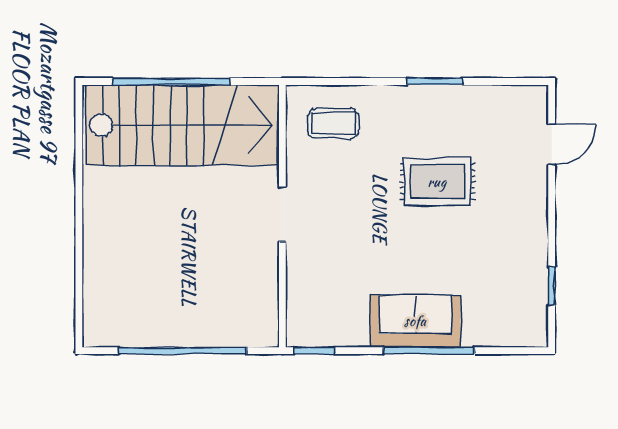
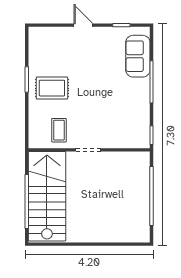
coffee table: (333, 123) -> (59, 130), moved
door: (552, 144) -> (83, 25), moved
rug: (437, 182) -> (52, 88), moved, turned 90
sofa: (415, 321) -> (138, 56), moved

